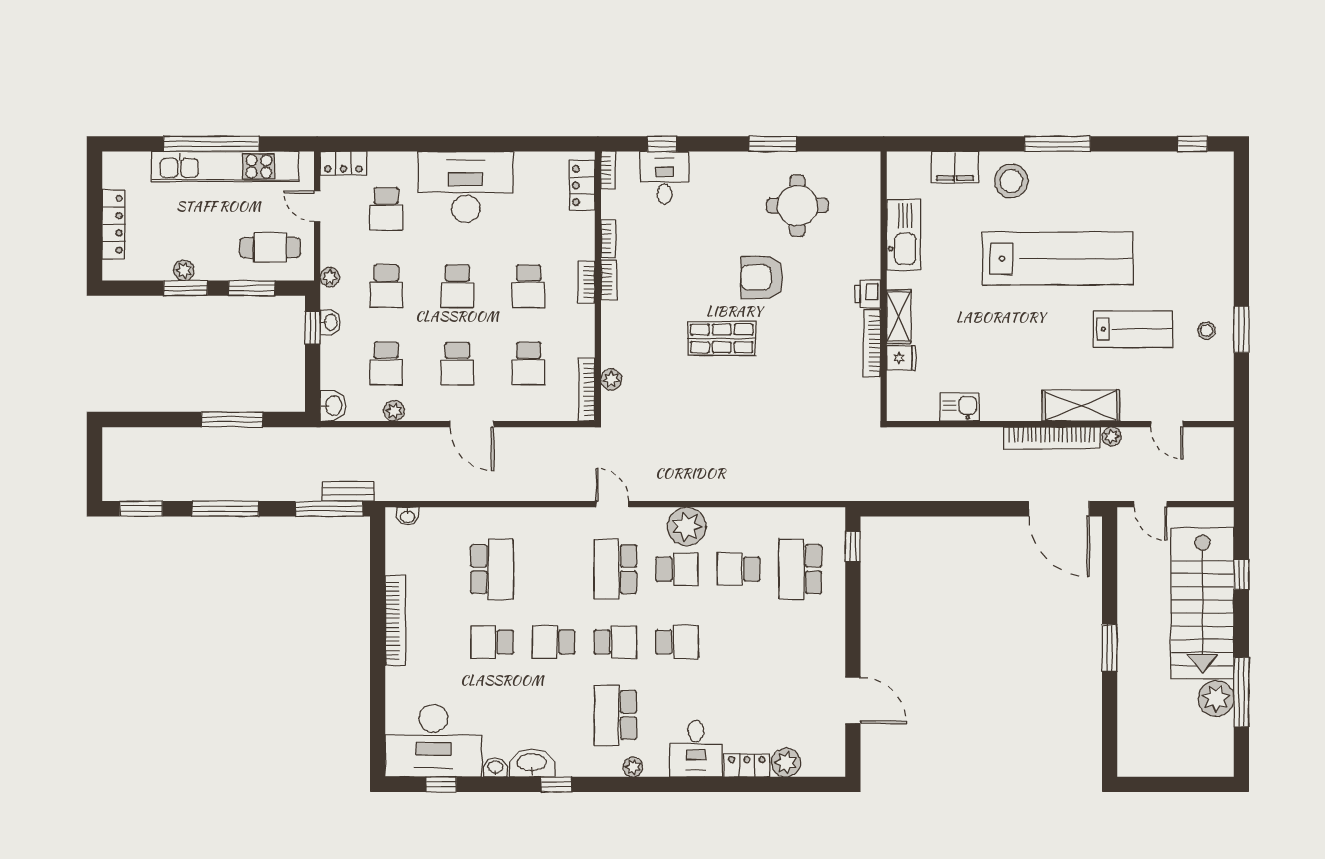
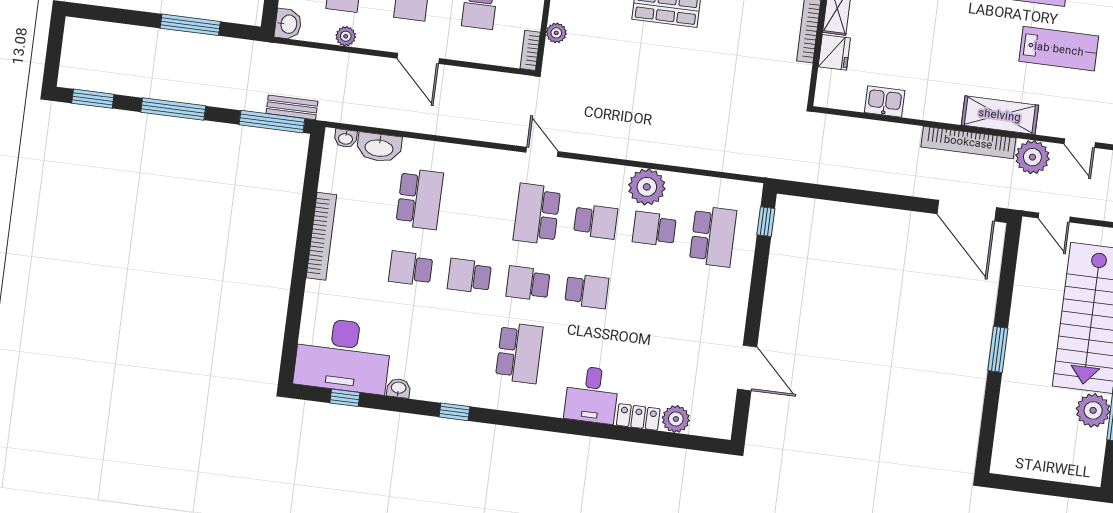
fridge: (901, 358) -> (834, 52), width x1.38
bookcase: (587, 389) -> (530, 50), width x0.64
plant: (1112, 436) -> (1032, 157), width x1.87, depth x1.87
plant: (687, 527) -> (647, 187), moved
school desk: (800, 569) -> (713, 237), turned 180
school desk: (615, 642) -> (528, 283), turned 180
school desk: (615, 715) -> (519, 353), turned 180
washbasin: (532, 763) -> (379, 147), moved, turned 180
plant: (633, 767) -> (530, 405), removed

